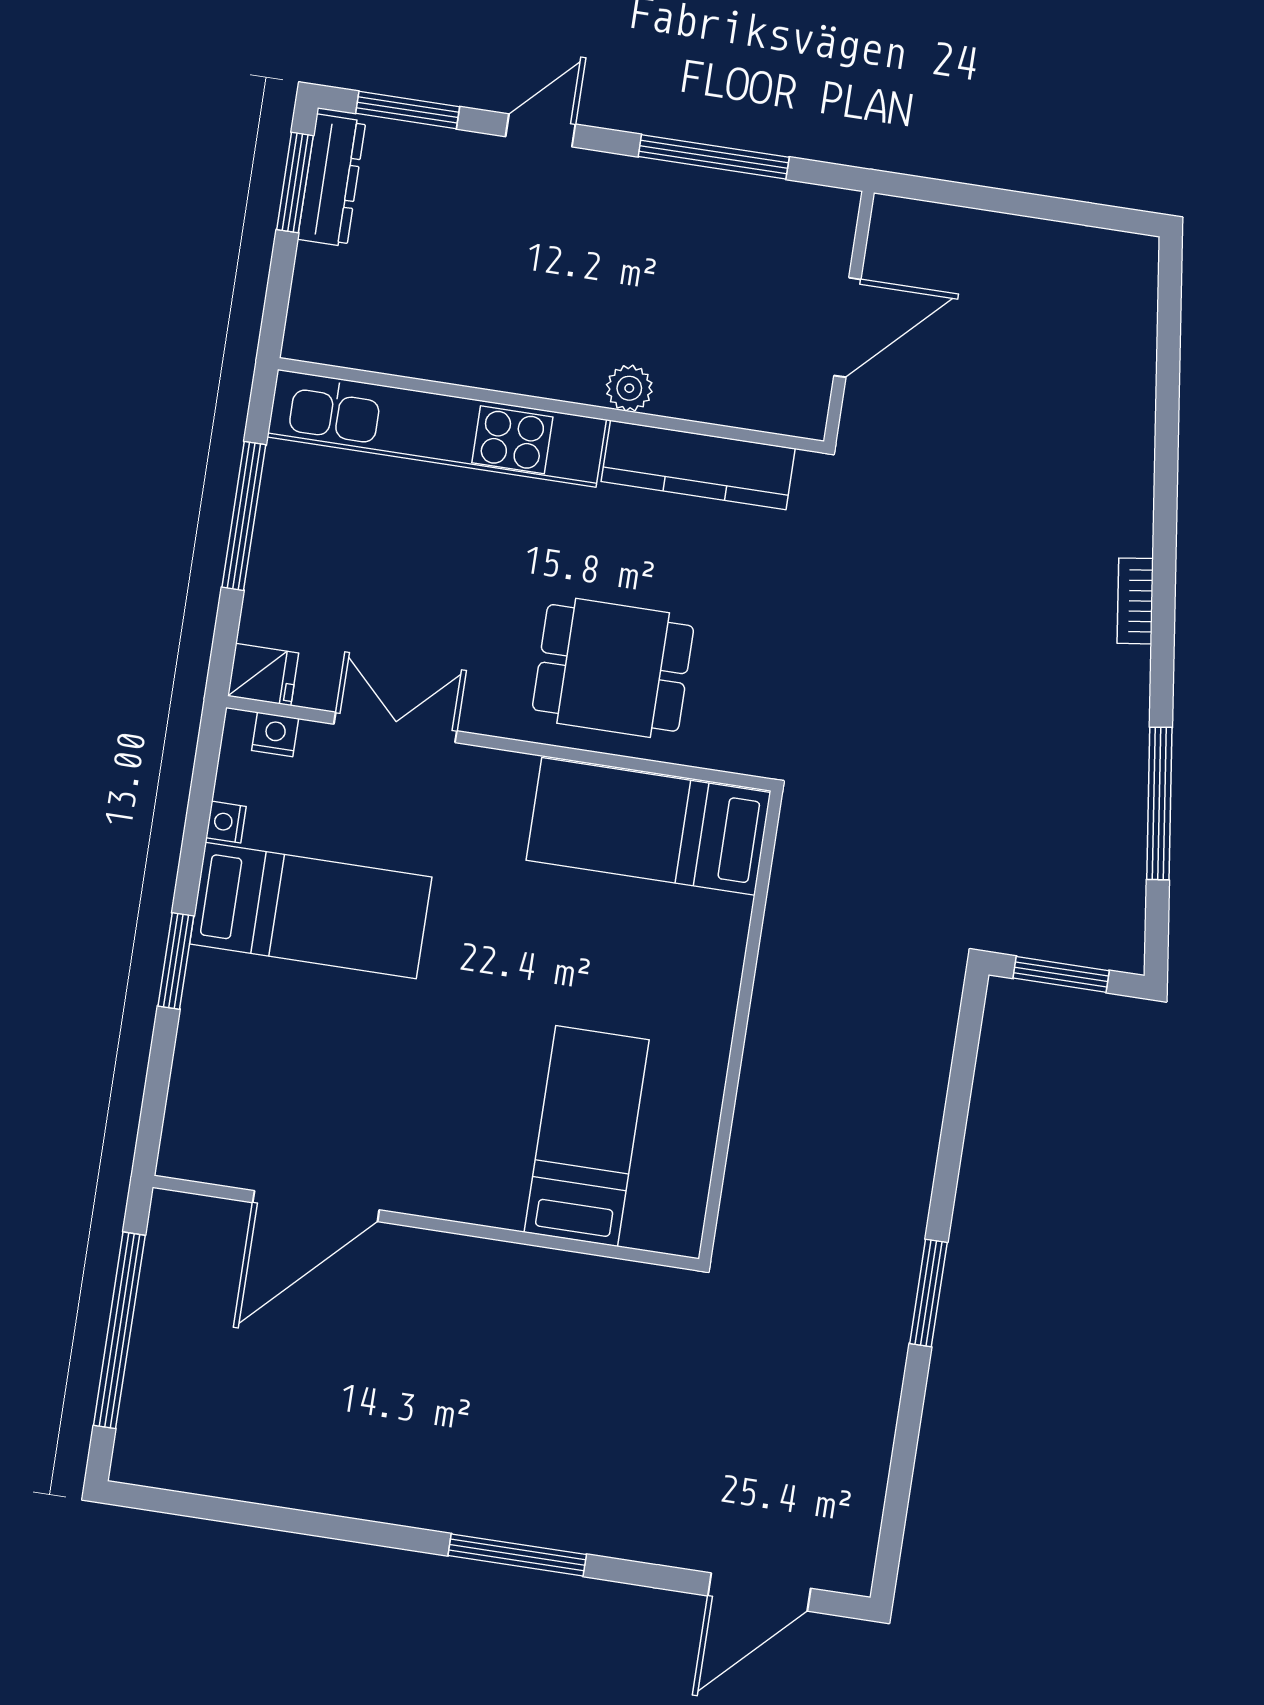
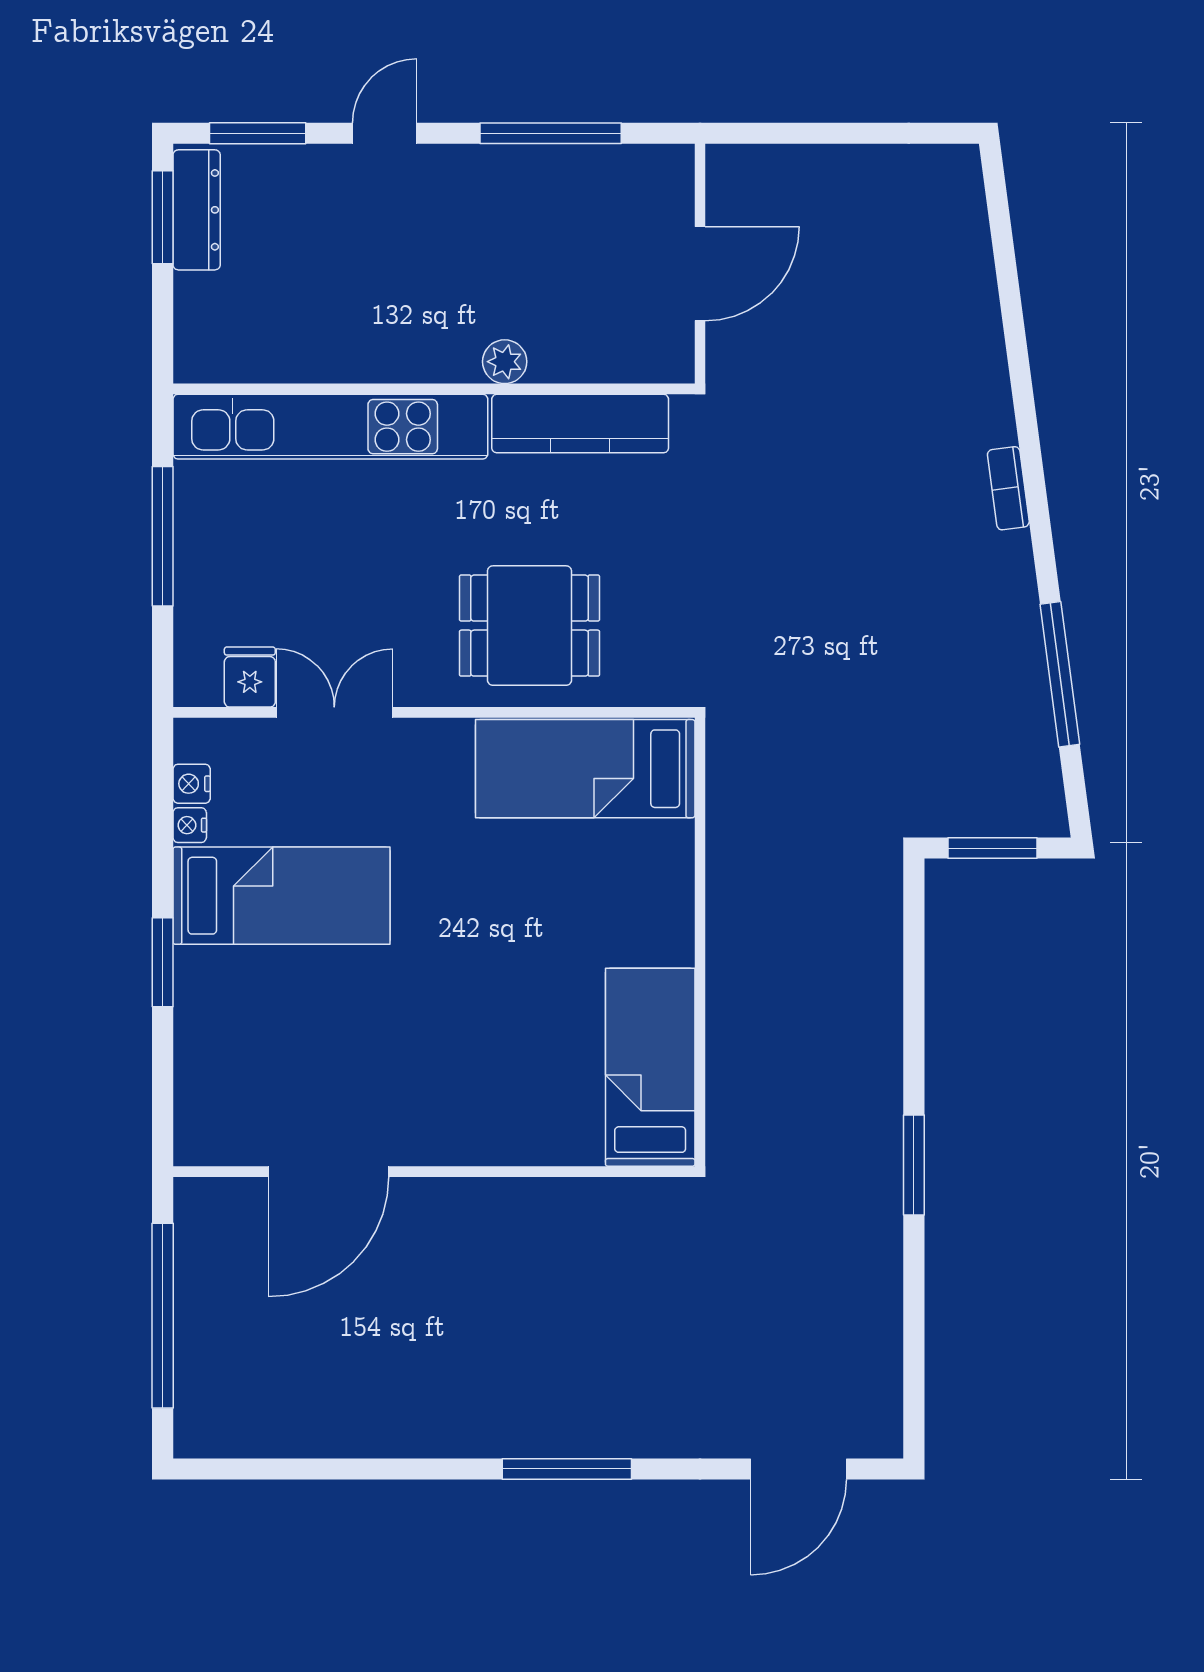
fridge: (263, 675) -> (250, 677), moved, turned -90
nightstand: (275, 734) -> (192, 784), moved, turned -90
bed: (587, 1136) -> (650, 1067), moved

